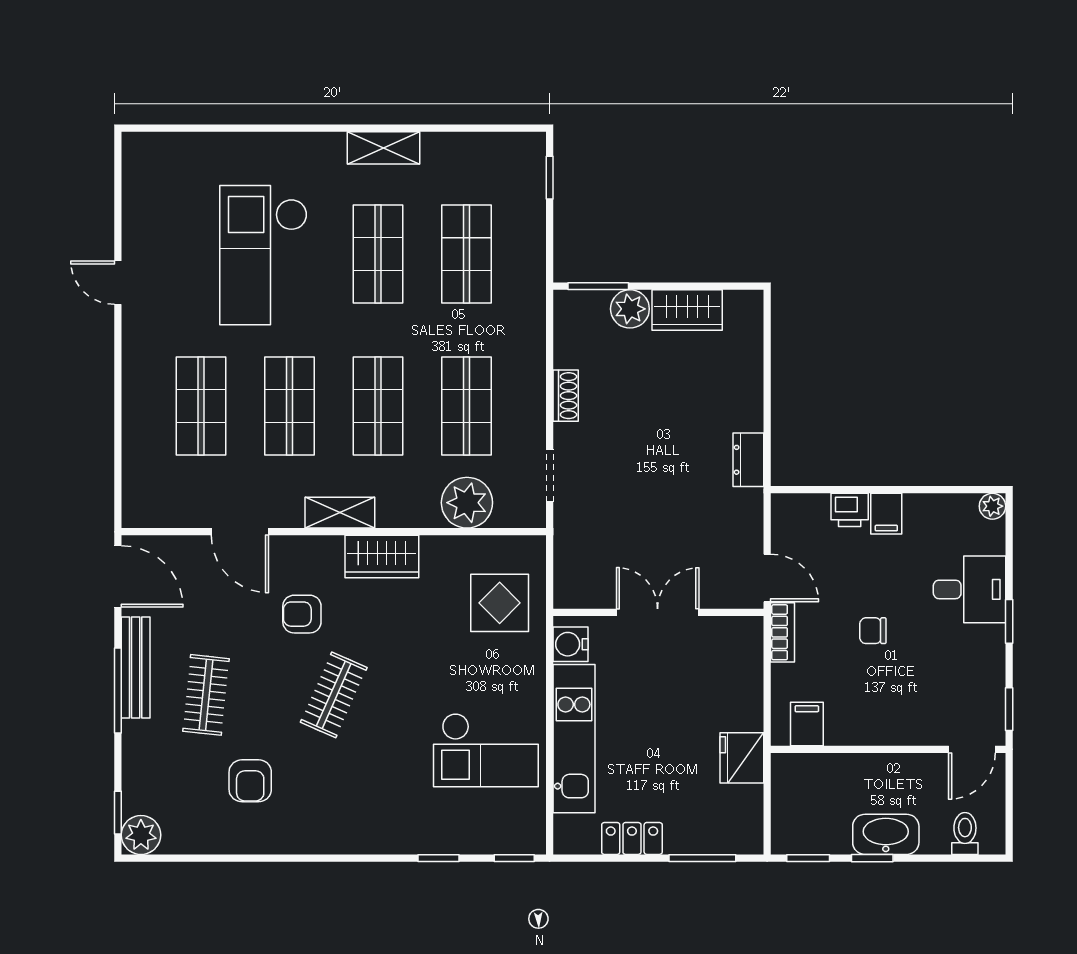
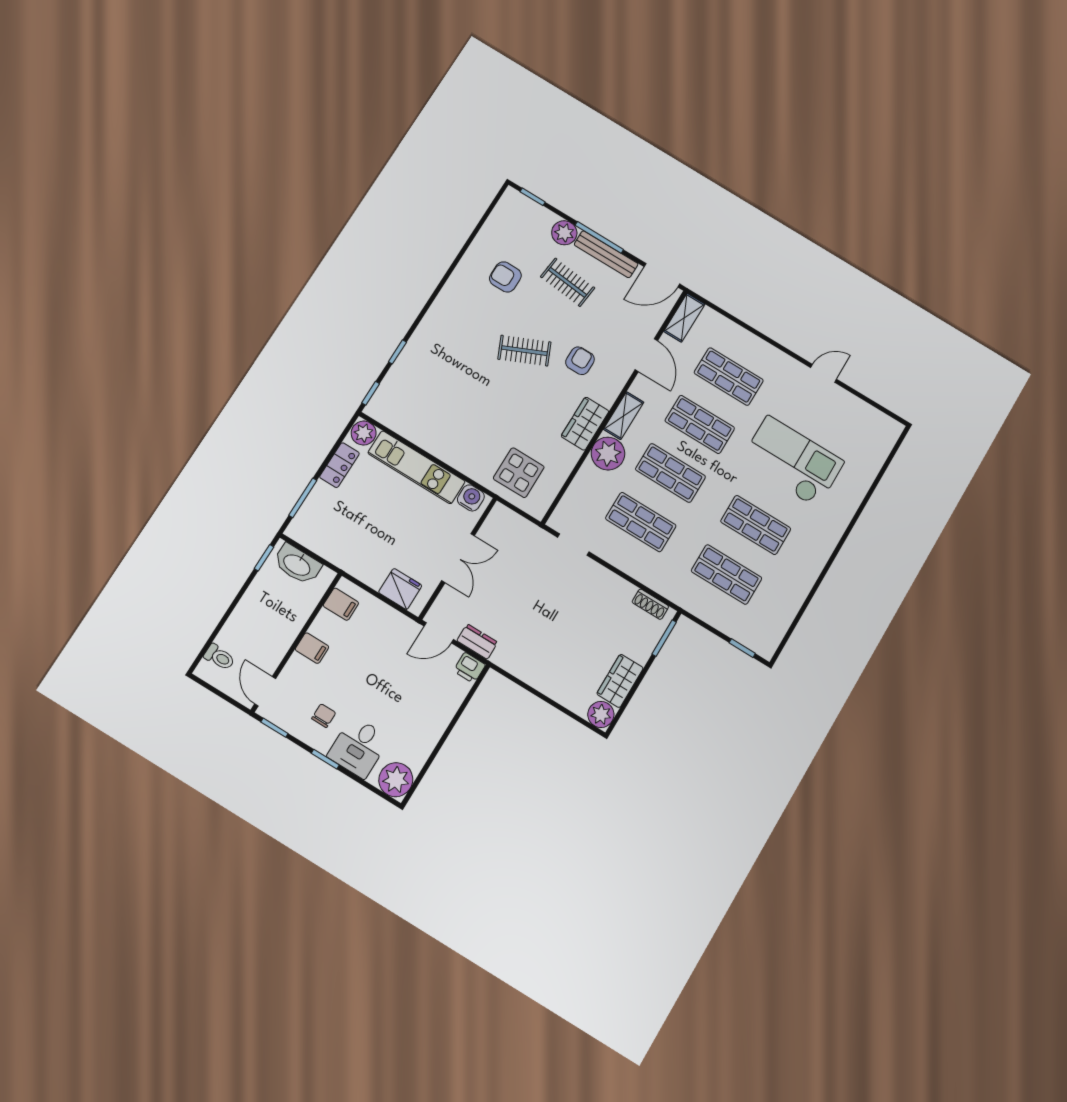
shelving: (384, 148) -> (684, 318), moved
plant: (630, 309) -> (601, 714), moved
shoe rack: (566, 396) -> (650, 604), moved
dresser: (748, 460) -> (477, 642), moved
plant: (467, 503) -> (608, 454), moved
plant: (992, 506) -> (396, 780), width x1.88, depth x1.88
printer: (850, 510) -> (469, 668), moved, turned -90
filing cabinet: (886, 514) -> (312, 648), moved, turned 180
door: (240, 532) -> (646, 355), swing flipped
chair: (873, 631) -> (324, 716), moved
bookcase: (782, 632) -> (402, 622), removed
clothes rail: (334, 695) -> (524, 351), turned -48
checkout: (486, 750) -> (441, 415), removed
fridge: (742, 758) -> (400, 589), moved
plant: (572, 834) -> (364, 433), added
washbasin: (886, 834) -> (297, 564), moved, turned 90
plant: (141, 835) -> (564, 233), moved
window: (872, 858) -> (240, 595), removed

